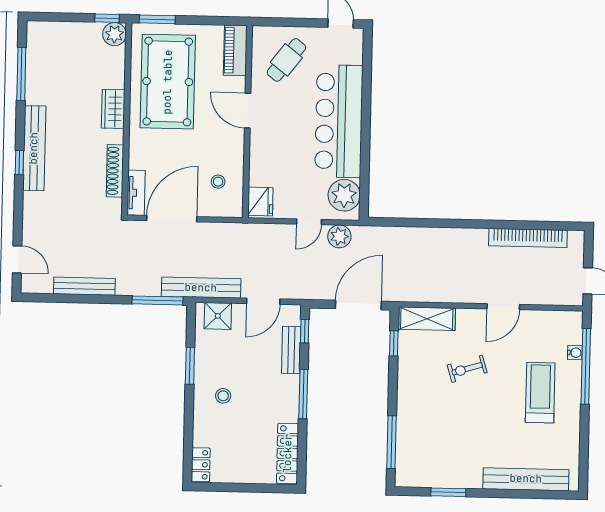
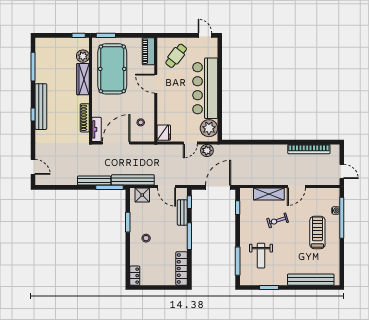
plant: (114, 34) -> (83, 56), moved
wardrobe: (113, 109) -> (83, 79), width x1.50
bench: (84, 286) -> (94, 181), moved
door: (263, 301) -> (167, 186), hinge flipped
shelving: (427, 319) -> (269, 194), moved
weight bench: (435, 433) -> (261, 256), added

